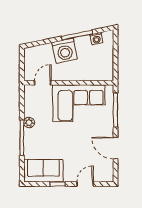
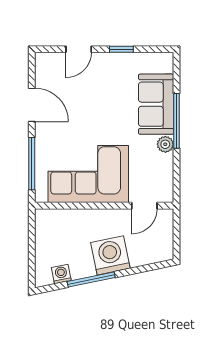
sofa: (43, 171) -> (156, 104), moved, turned 90

